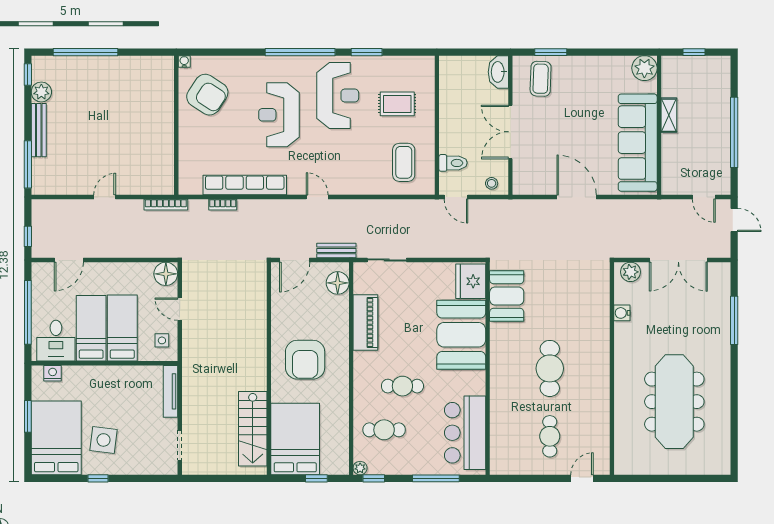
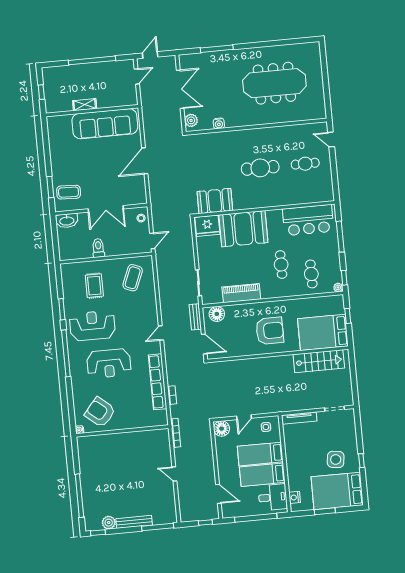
plant: (644, 68) -> (55, 124), removed
armchair: (207, 95) -> (100, 412), turned -83
coffee table: (404, 162) -> (133, 278), turned -68
toilet: (453, 163) -> (98, 248), moved

